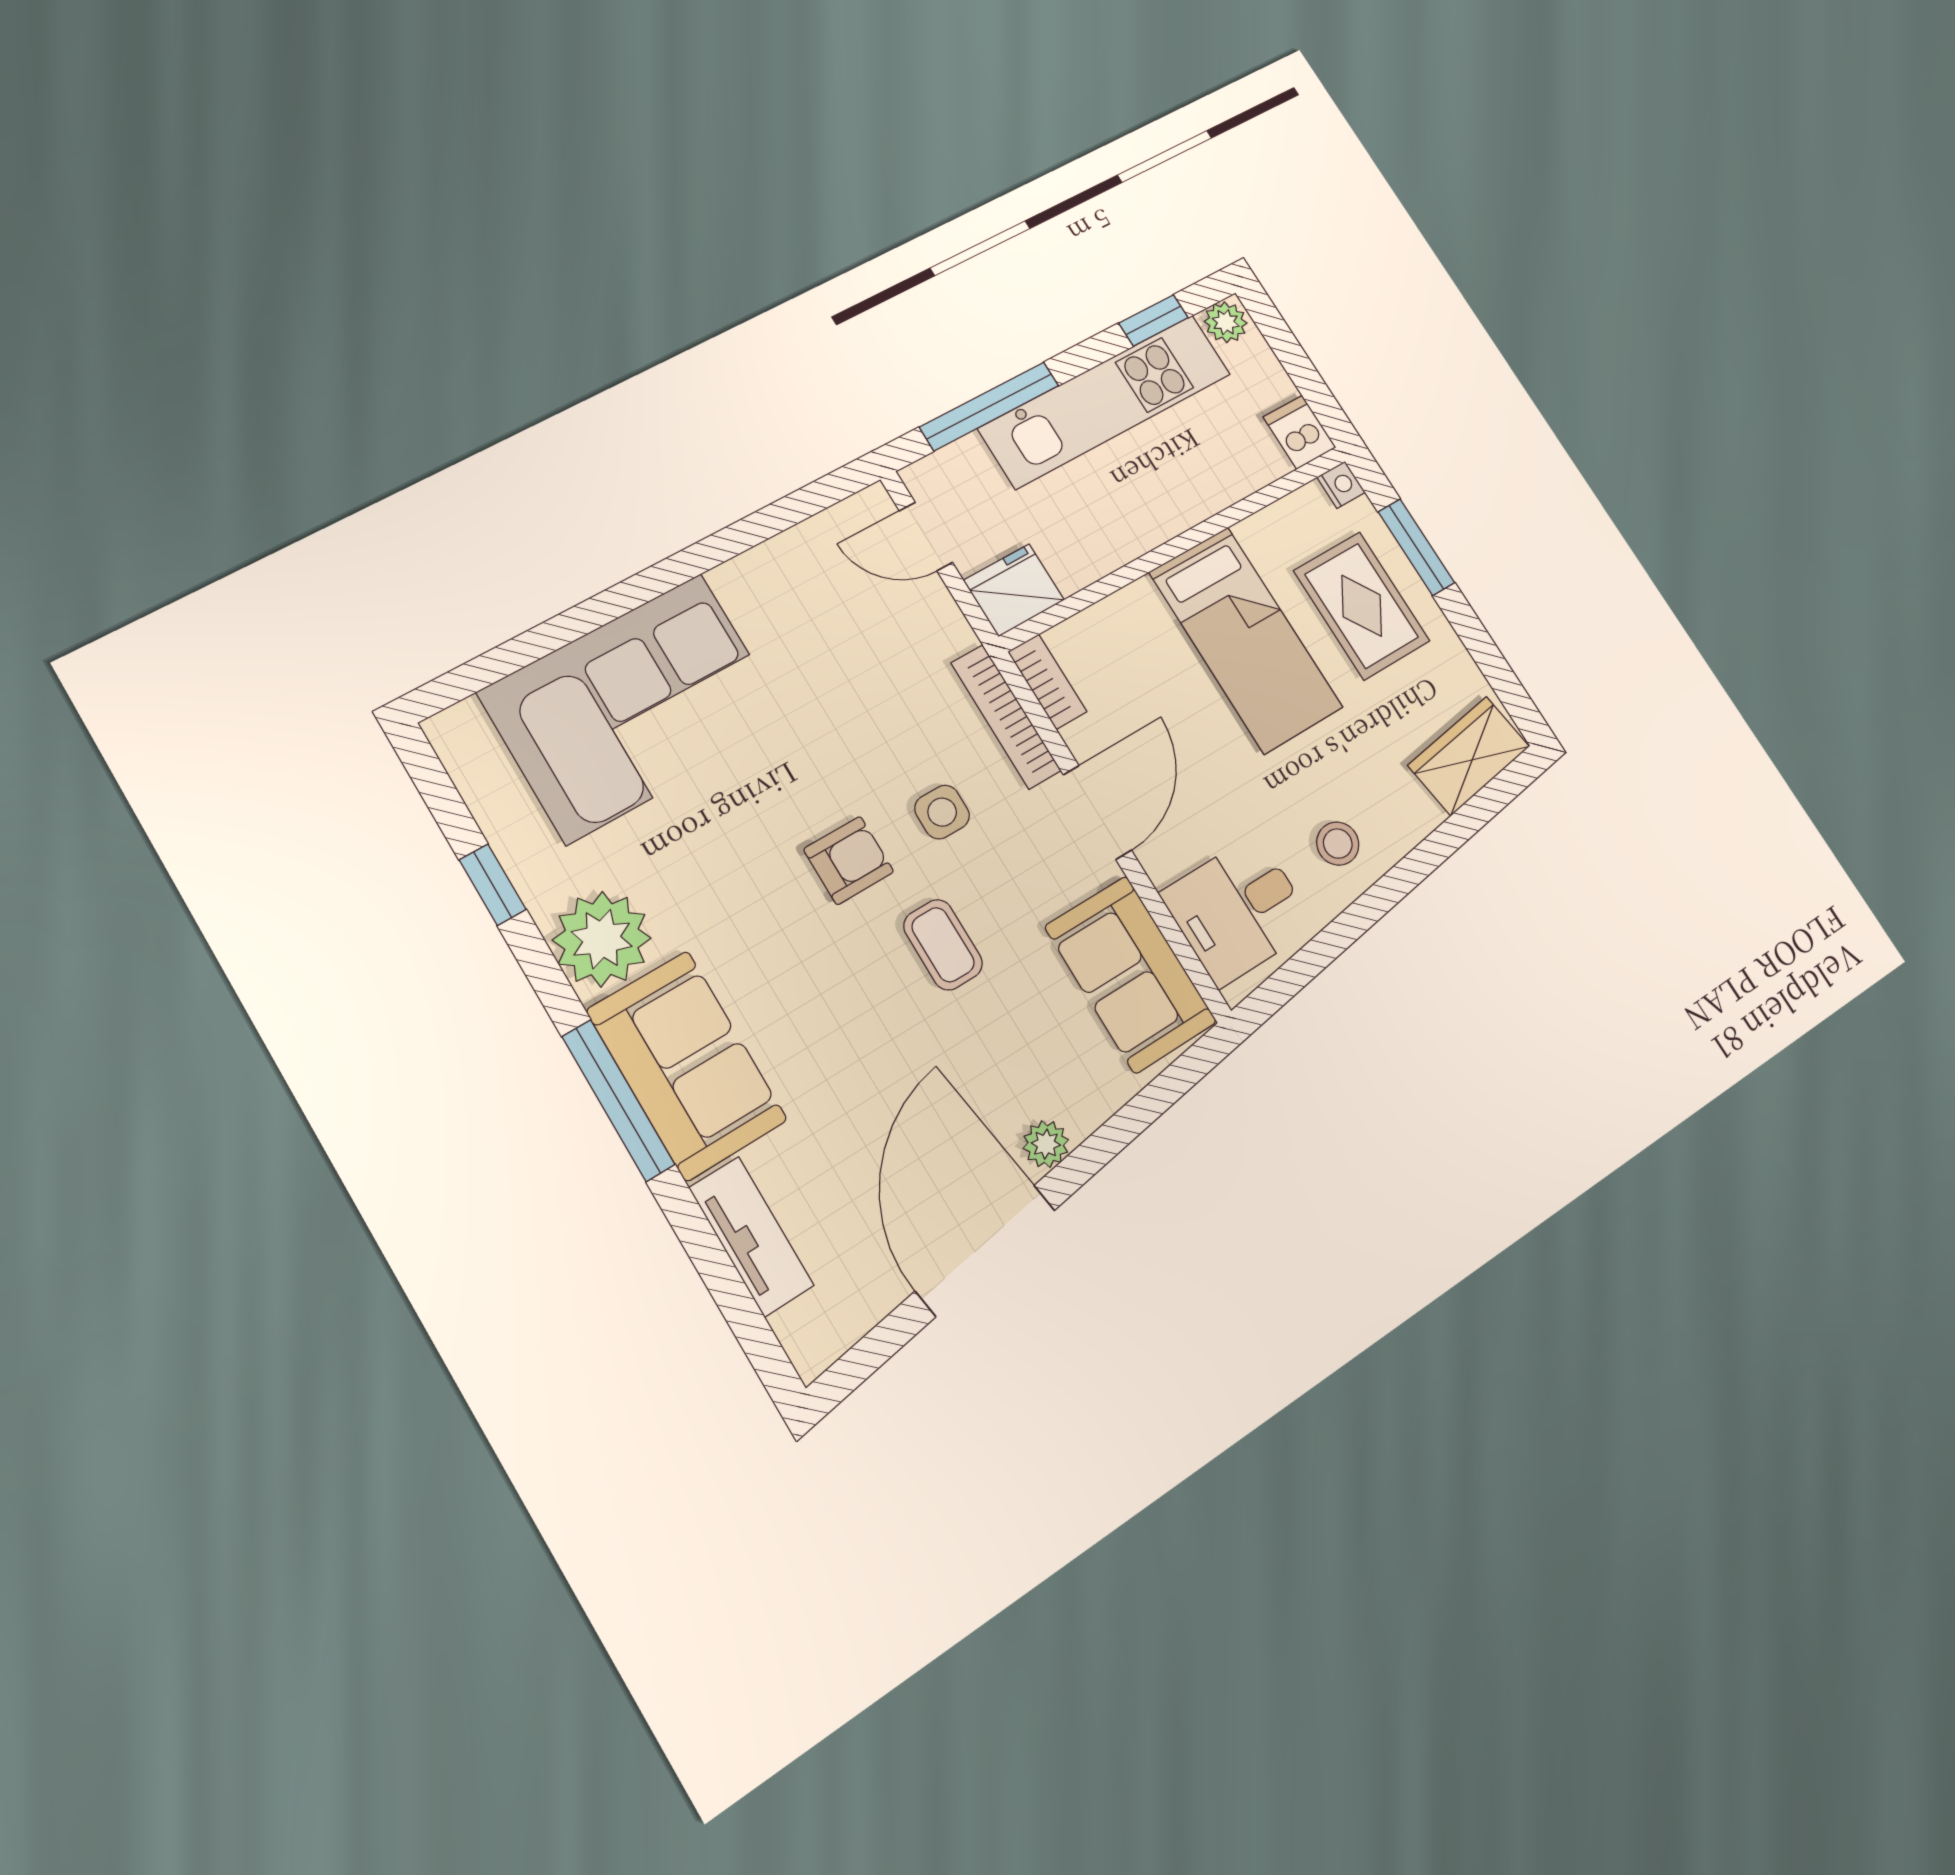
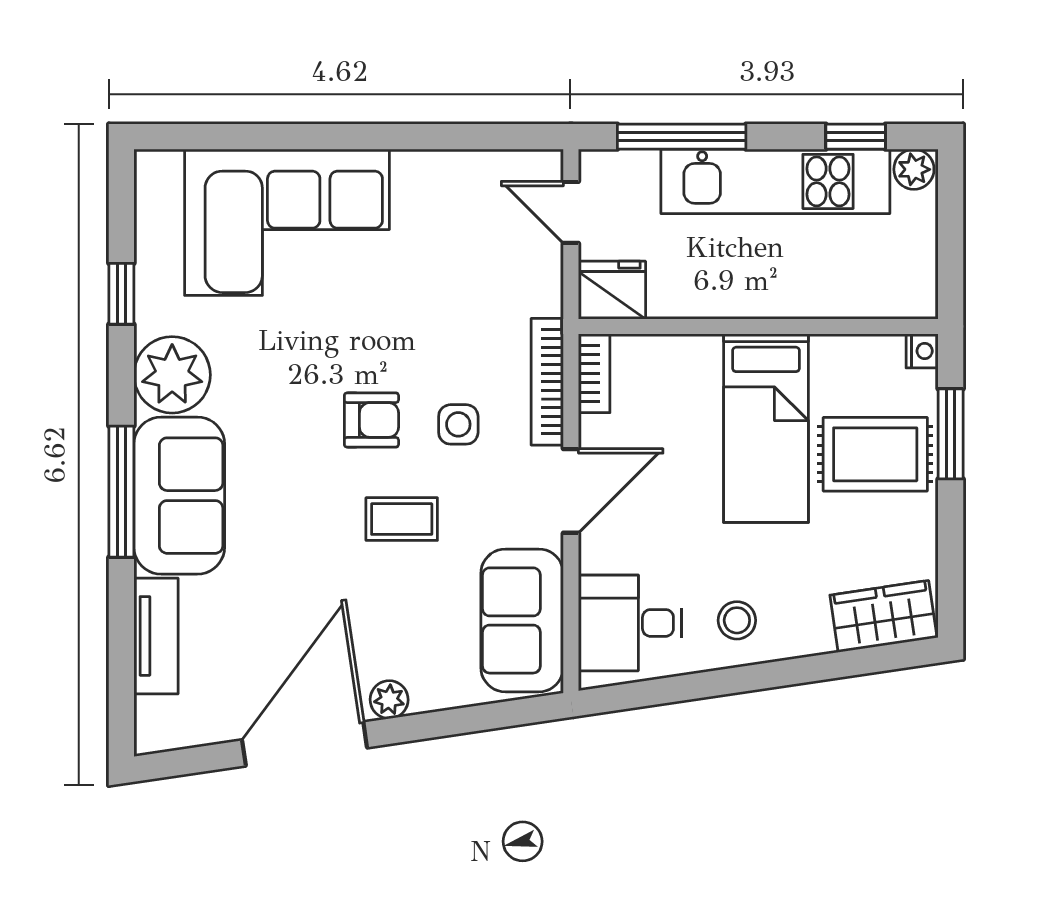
dishwasher: (1300, 432) -> (916, 291), removed
rug: (1362, 606) -> (875, 454), turned 90
coffee table: (943, 945) -> (402, 519), turned 90

